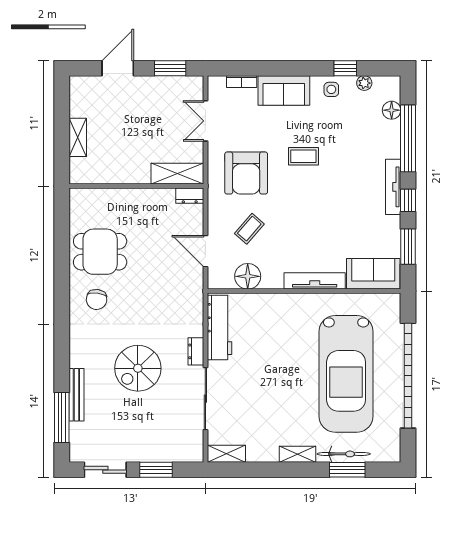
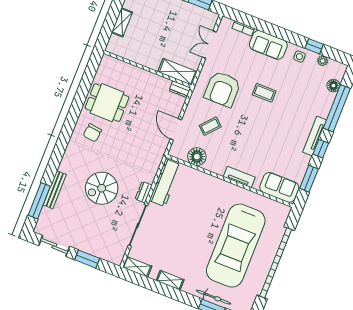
tv unit: (315, 281) -> (239, 177), width x0.71
shelving: (297, 454) -> (170, 280), moved

